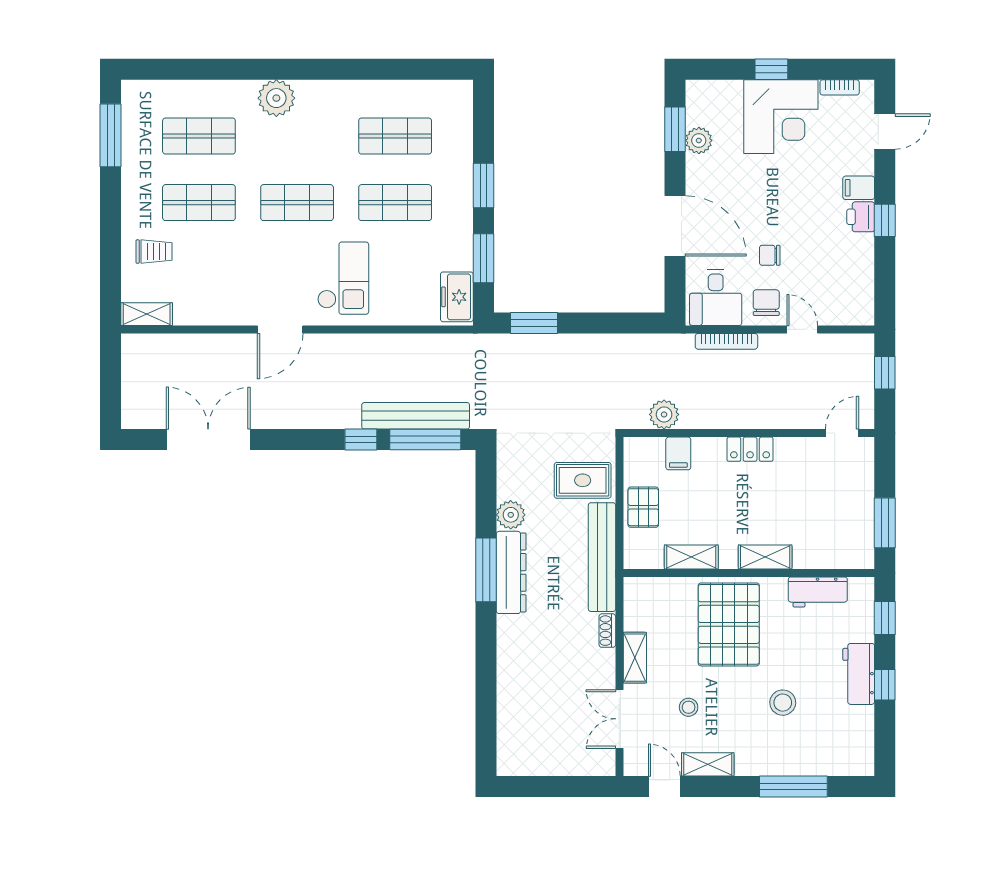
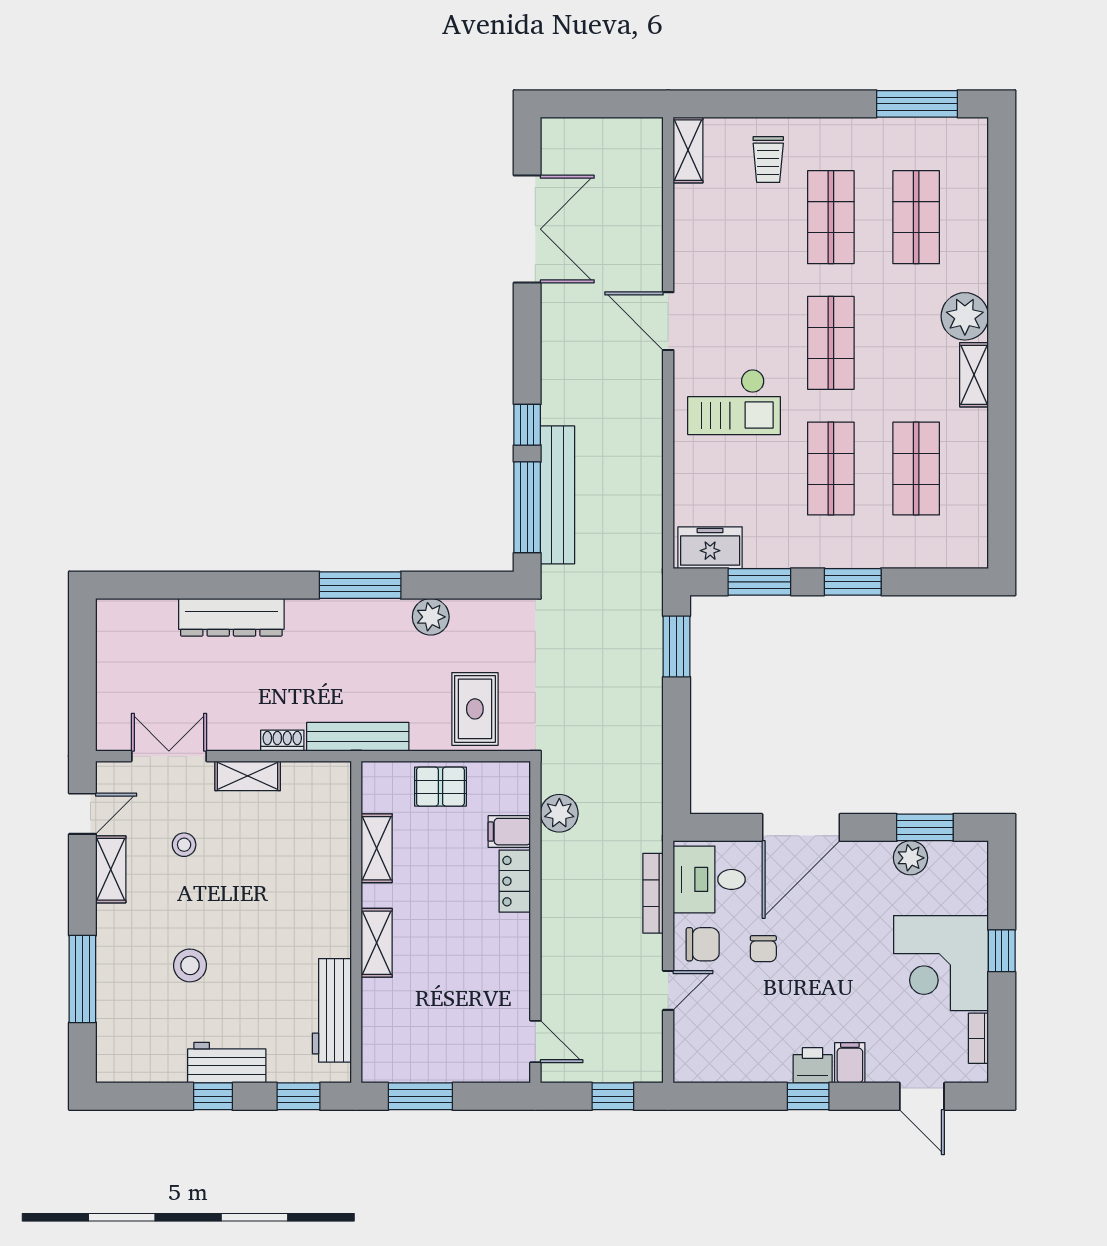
shelving: (322, 91) -> (974, 375), added
chair: (770, 255) -> (763, 949), turned 180
locker: (750, 449) -> (515, 881), moved
bench: (602, 557) -> (358, 737), width x0.73, depth x0.82
dresser: (511, 572) -> (231, 617), moved
workbench: (818, 592) -> (332, 1010), width x1.38
pallet: (729, 624) -> (290, 896), removed

